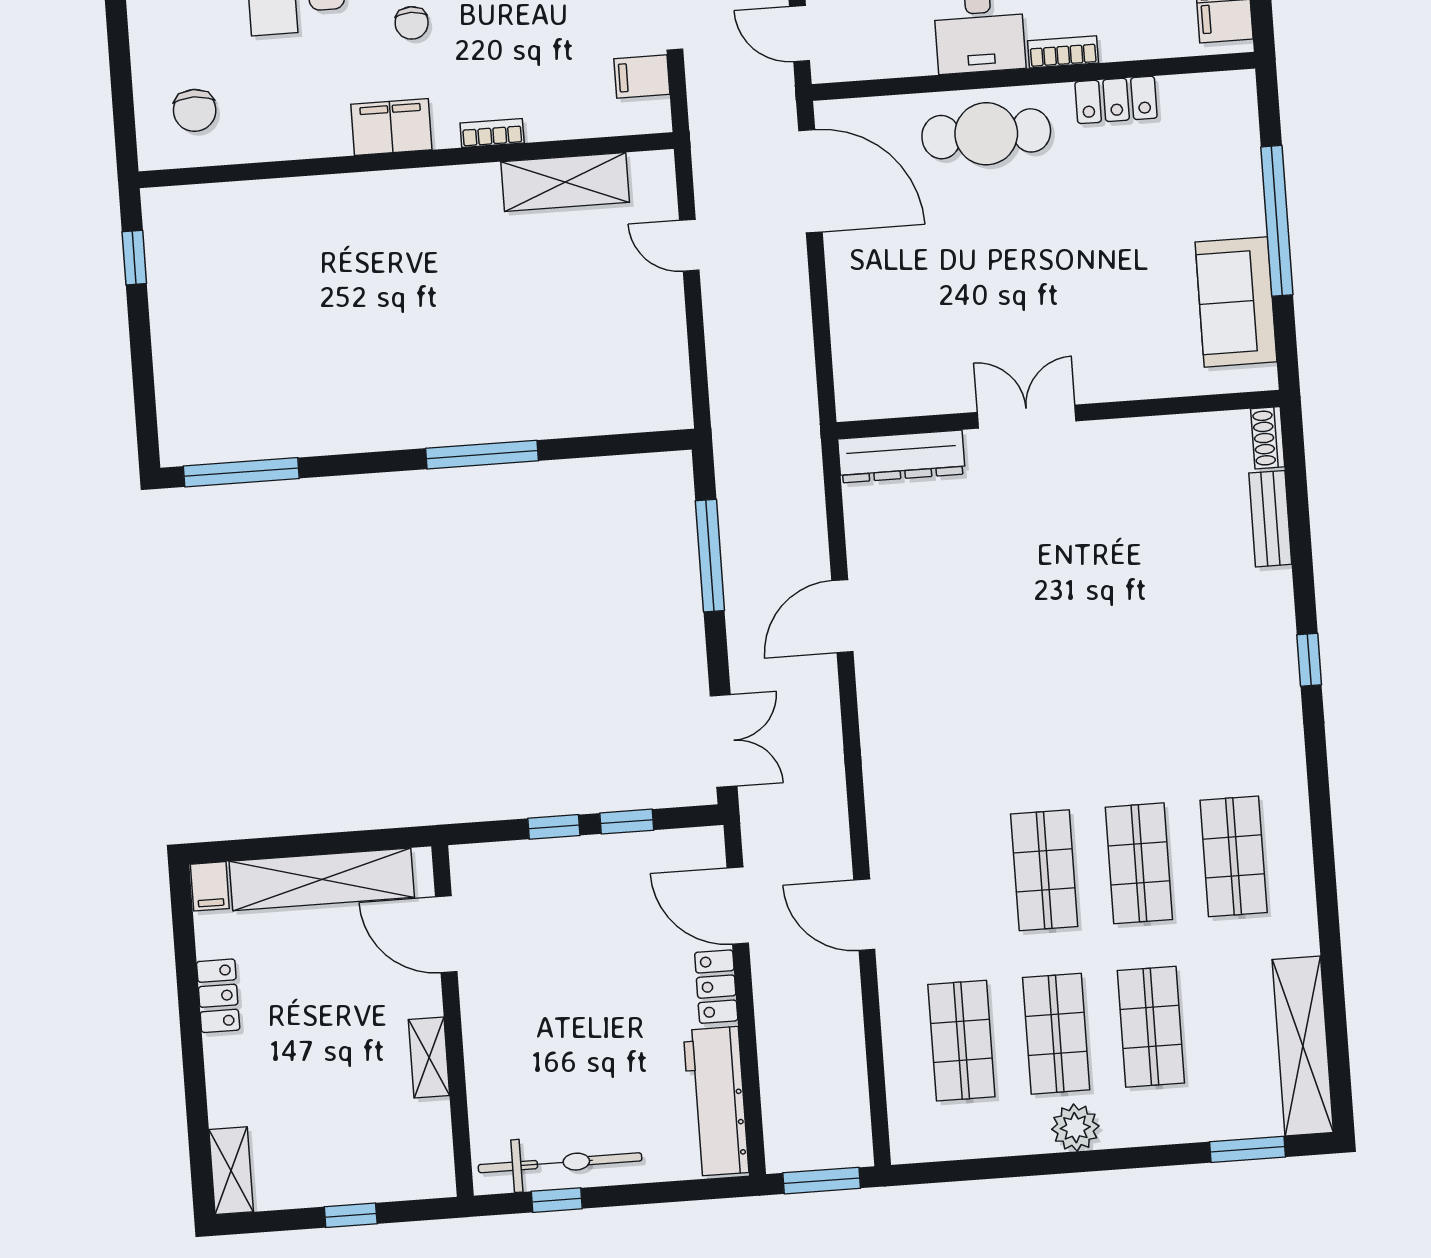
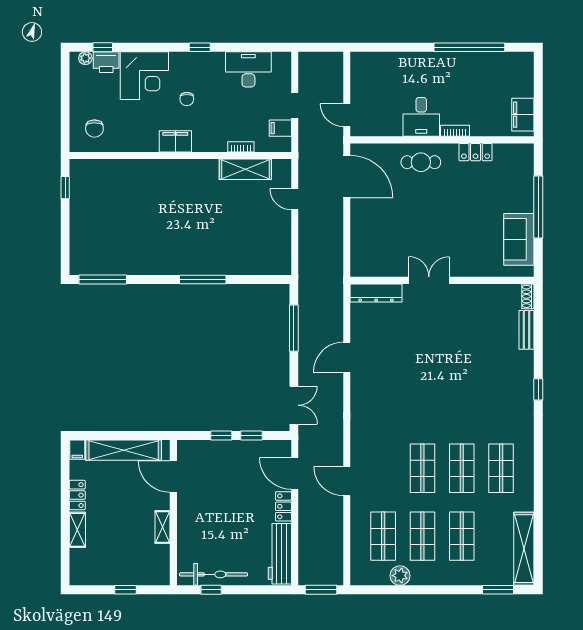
bookcase: (492, 133) -> (241, 147), moved
cafe table: (986, 134) -> (421, 162), width x0.73, depth x0.74
plant: (1075, 1128) -> (400, 576), moved
shelving: (231, 1171) -> (77, 530), moved

